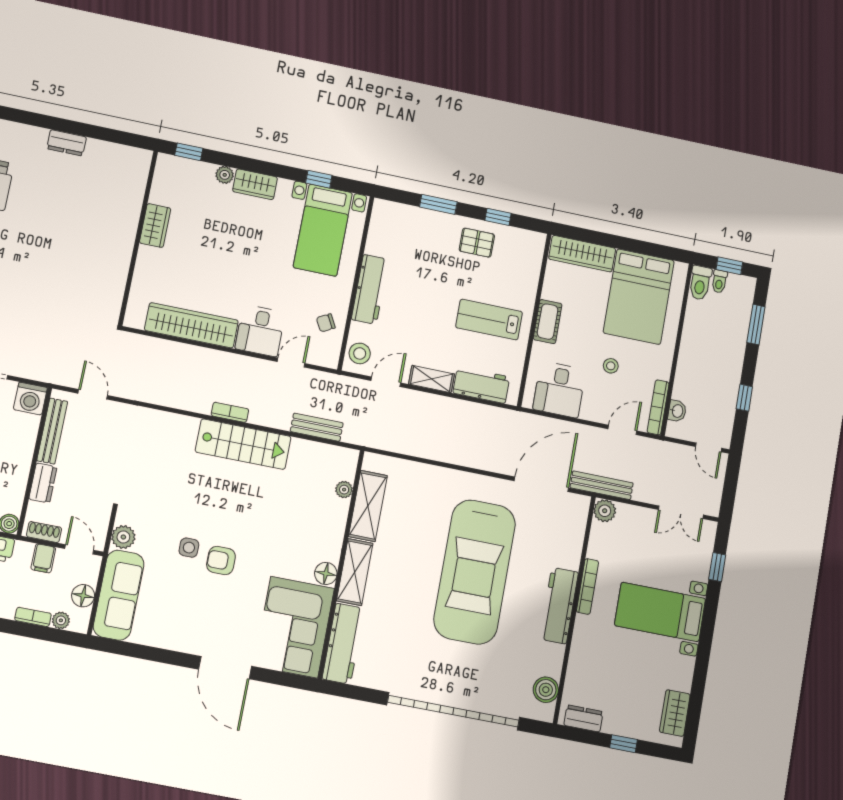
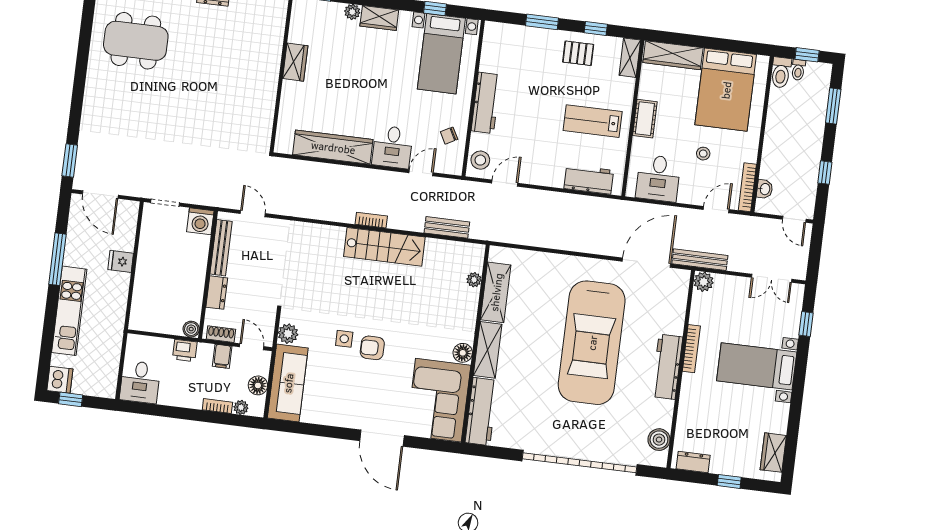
shelving: (432, 379) -> (630, 58), moved, turned 90

